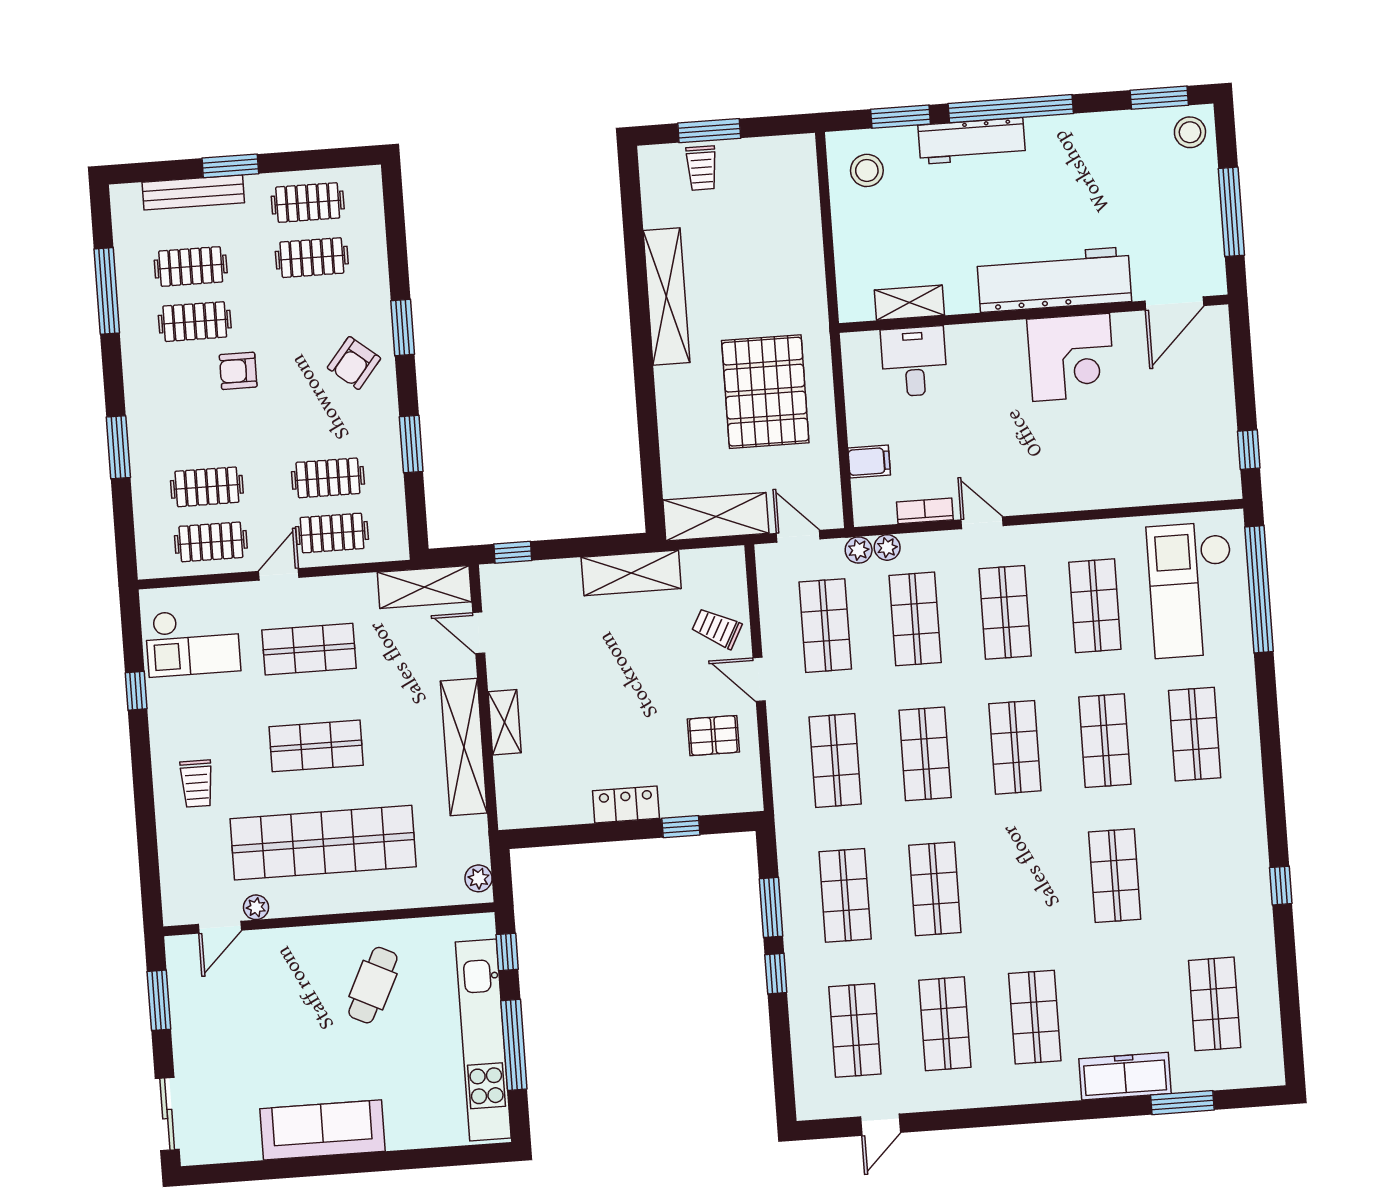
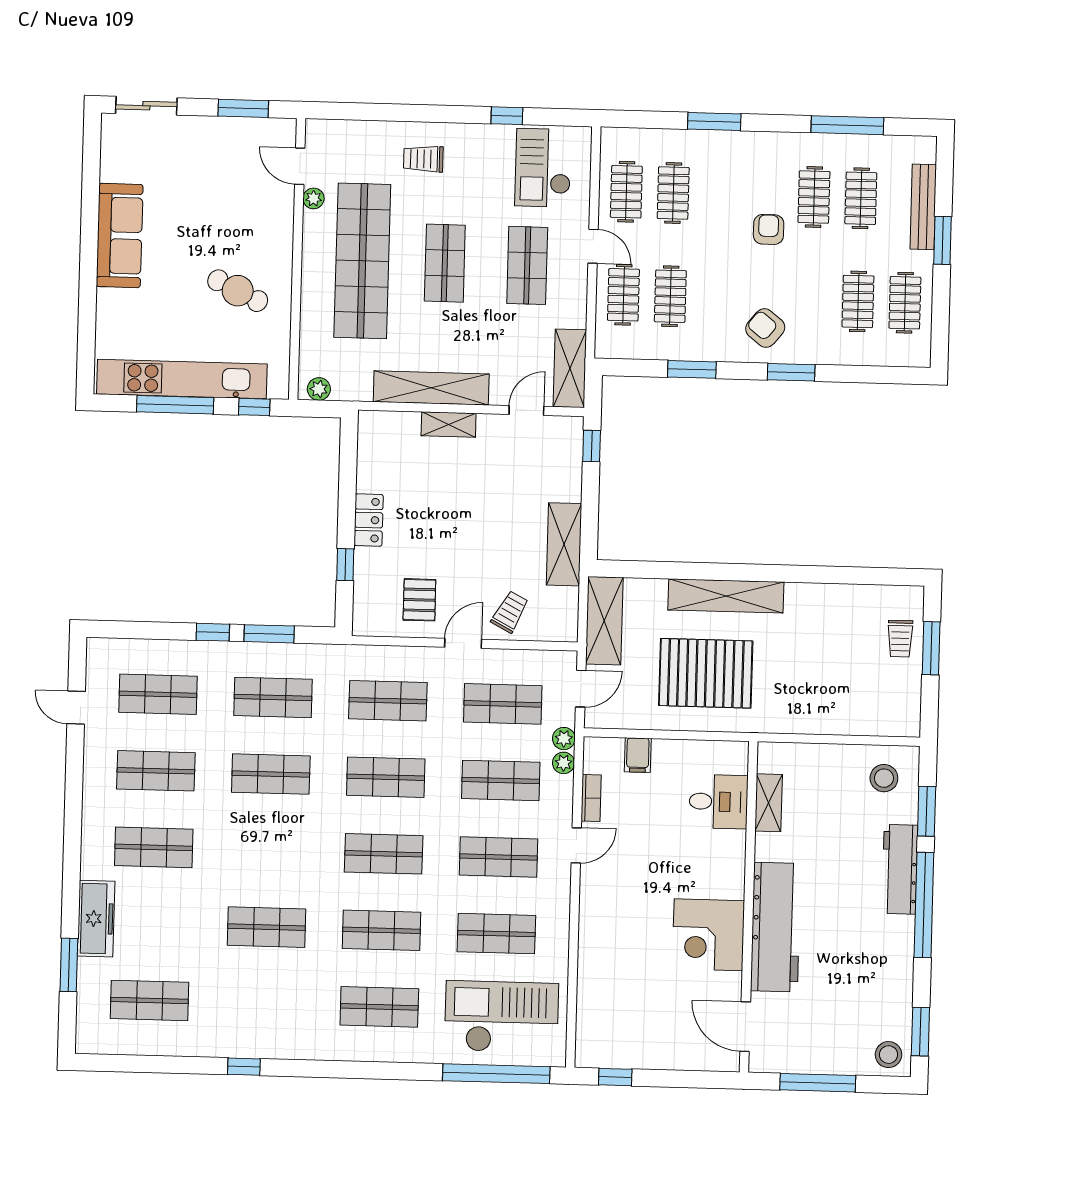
trolley: (702, 168) -> (900, 639), turned -90
shelving: (666, 296) -> (726, 596), moved

